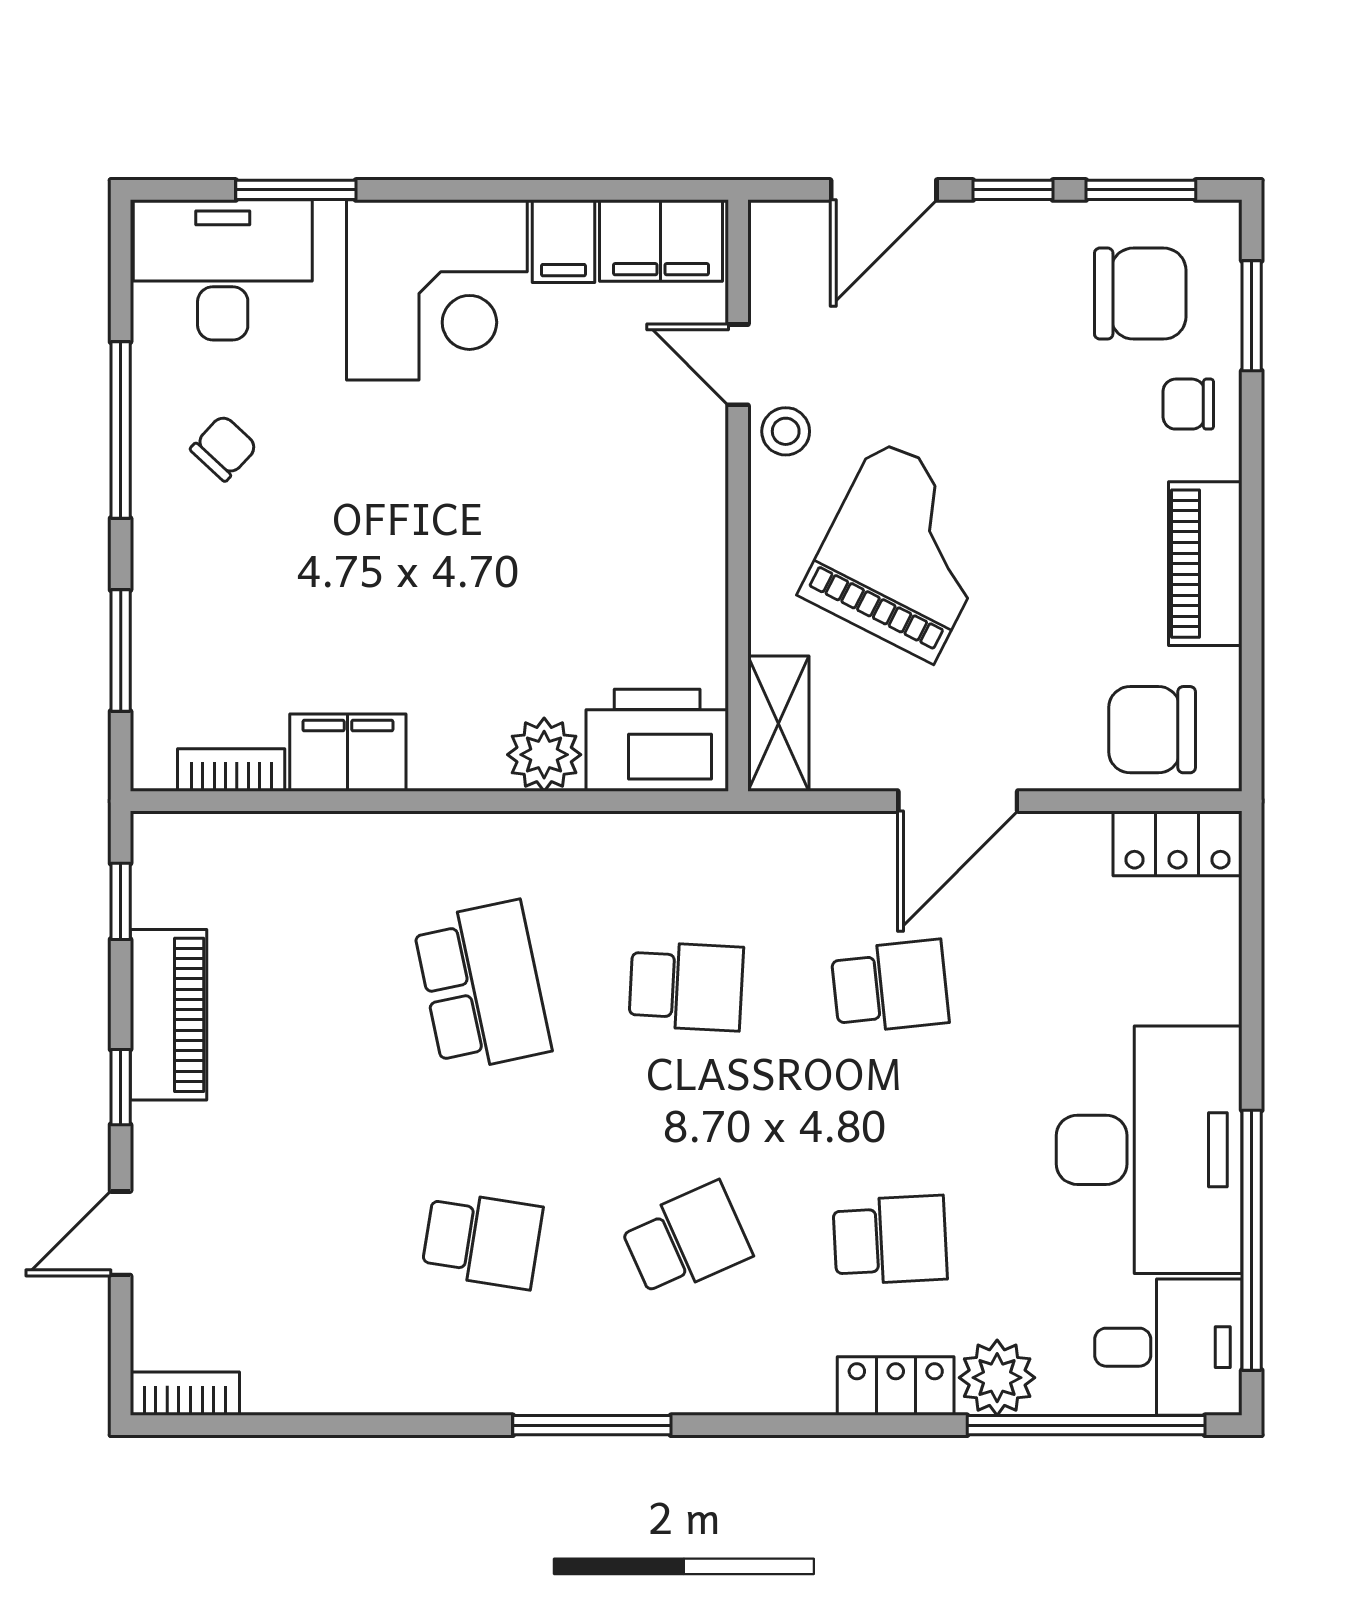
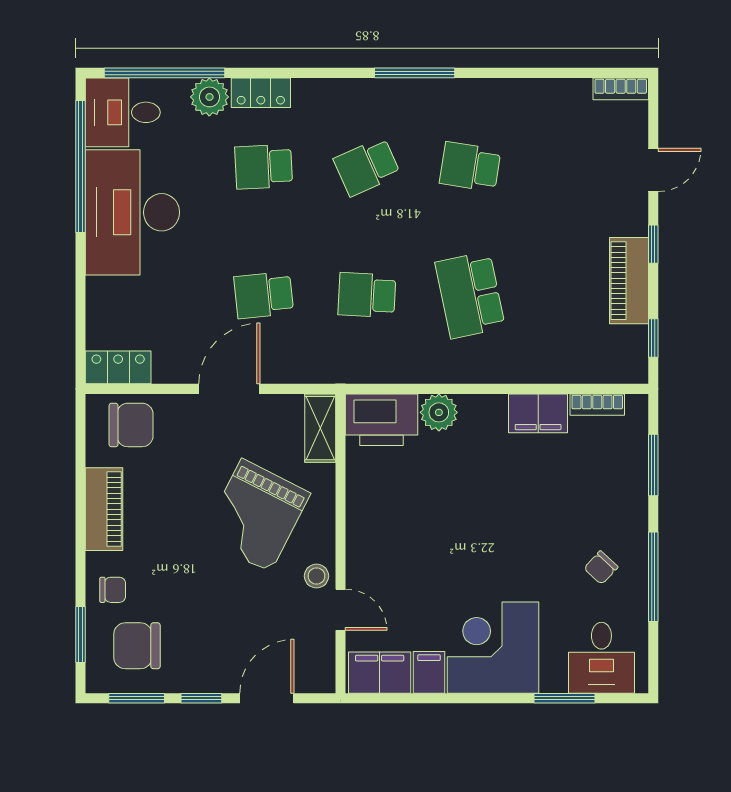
desk: (223, 270) -> (601, 658), width x0.73

